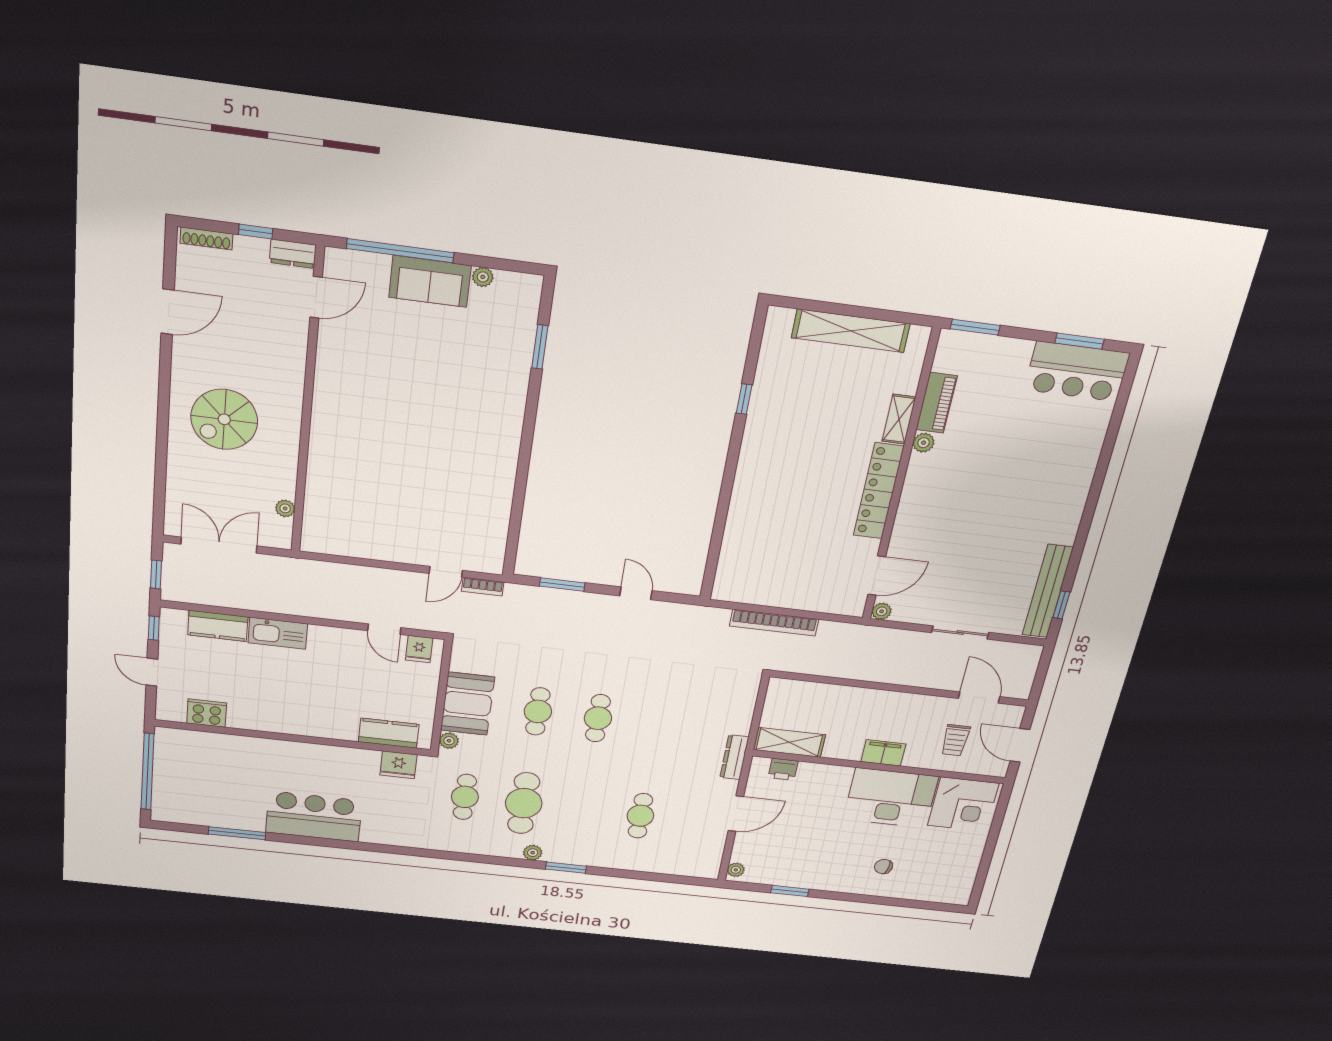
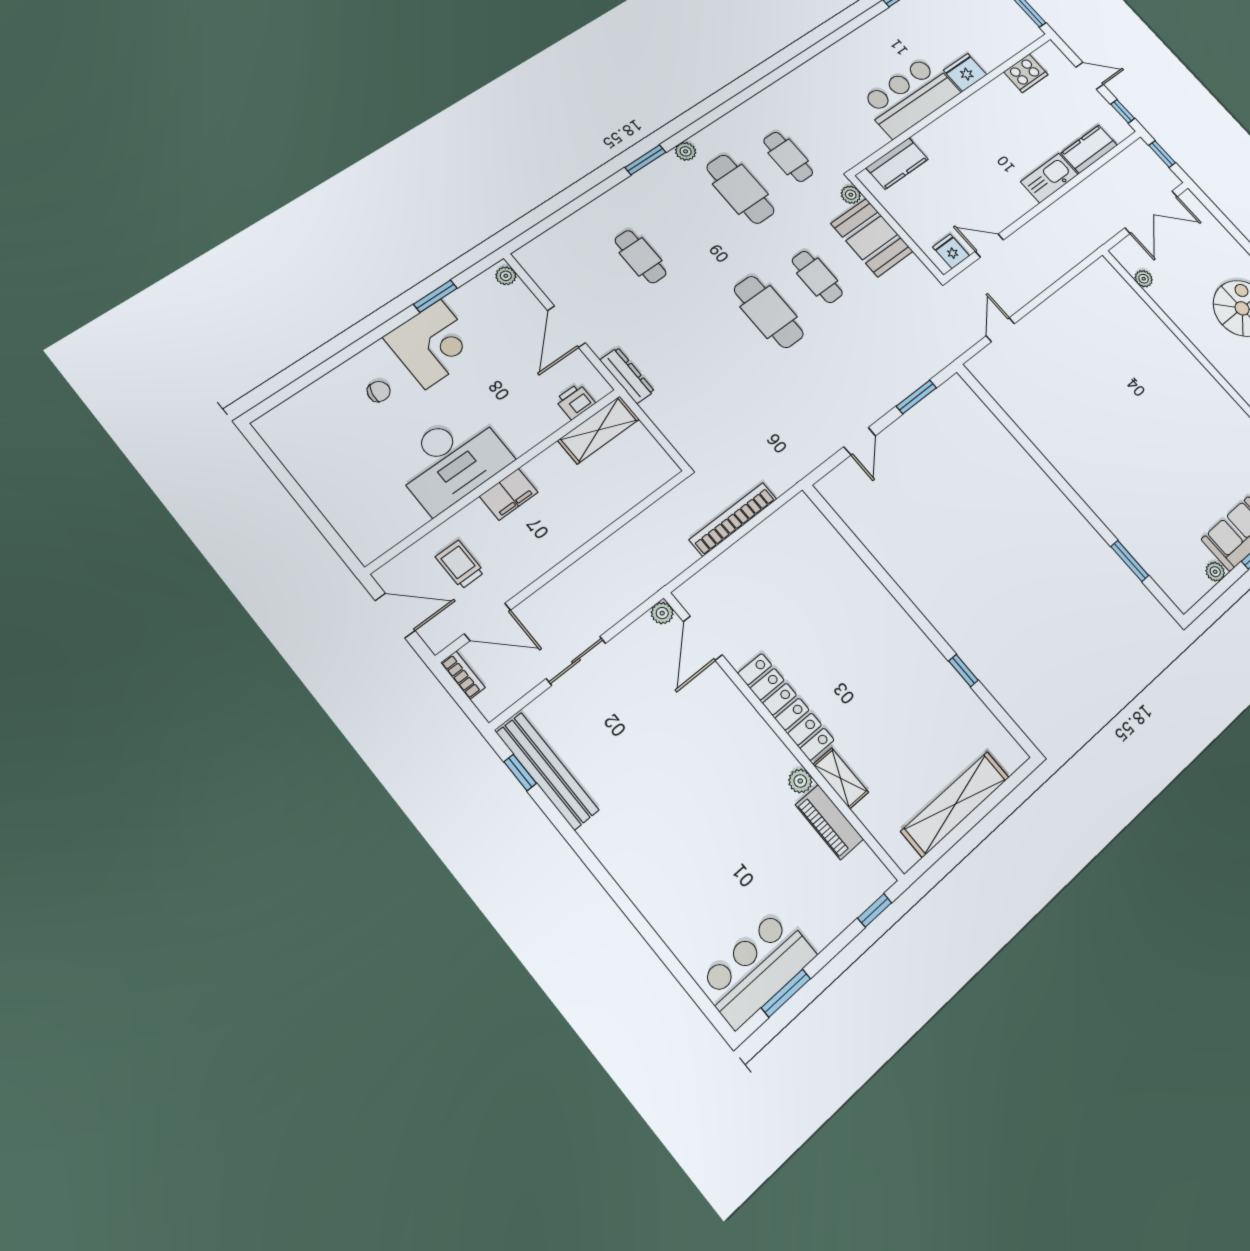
window: (975, 327) -> (875, 910), width x0.67
bookcase: (483, 587) -> (463, 675), moved, turned 90
door: (636, 593) -> (860, 441), hinge flipped
cafe table: (598, 718) -> (769, 312), width x1.37, depth x1.35
fridge: (399, 765) -> (965, 72), moved
corner desk: (963, 804) -> (433, 344), moved, turned 180
bar counter: (314, 817) -> (910, 97), moved, turned 180

